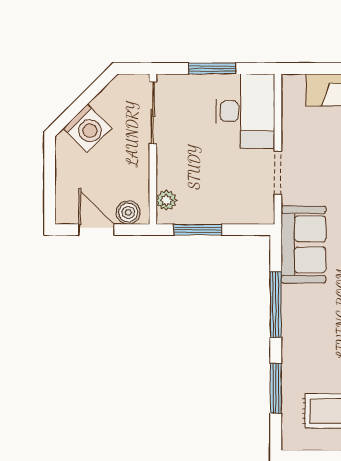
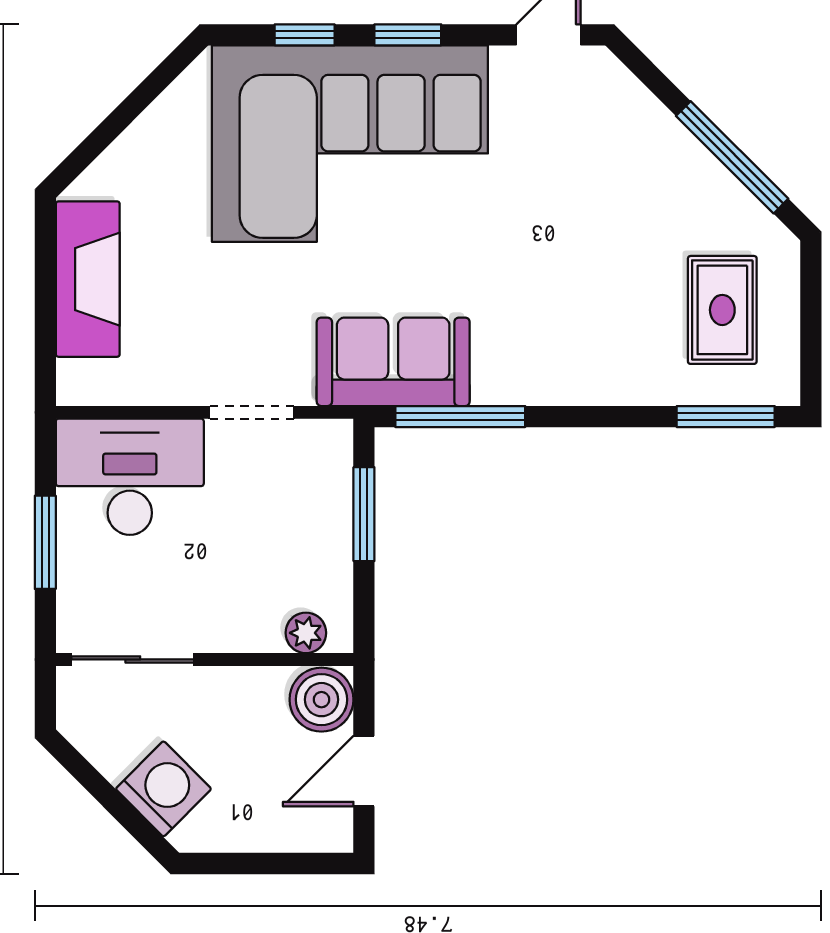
boiler: (128, 212) -> (321, 700), width x1.36, depth x1.36
window: (198, 230) -> (364, 514), moved
window: (276, 305) -> (460, 417), moved
window: (276, 388) -> (726, 417), moved

